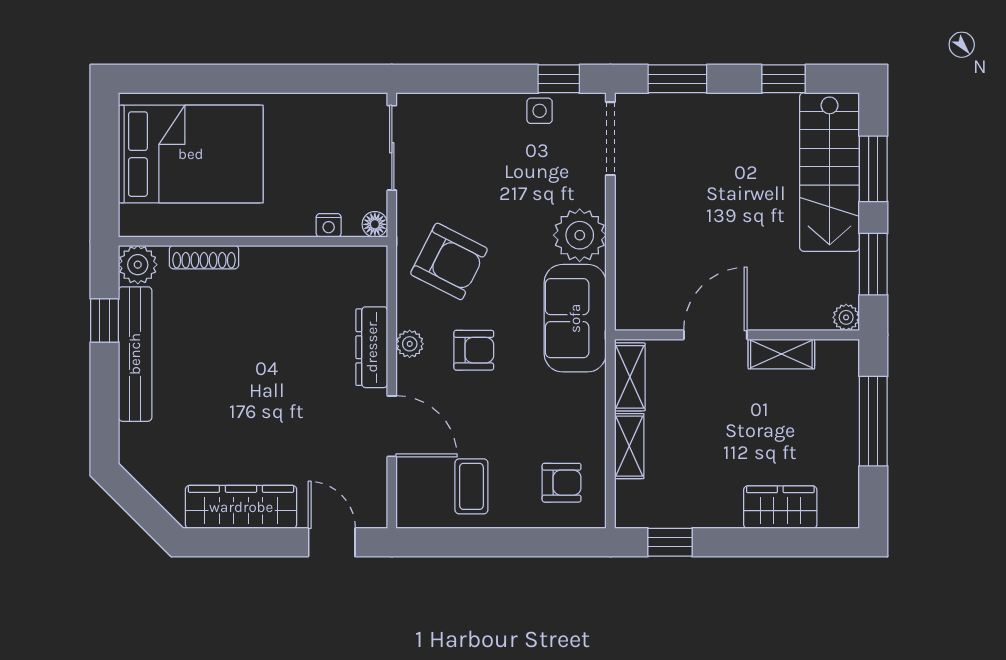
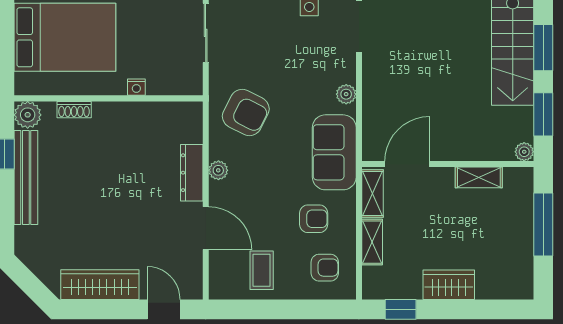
floor lamp: (375, 224) -> (194, 86), removed
nightstand: (329, 225) -> (136, 87), moved
plant: (580, 235) -> (346, 94), width x0.53, depth x0.53
shoe rack: (204, 257) -> (74, 110), width x0.70
door: (715, 335) -> (407, 164), moved
armchair: (474, 350) -> (314, 219), moved
wardrobe: (780, 507) -> (449, 285), moved

